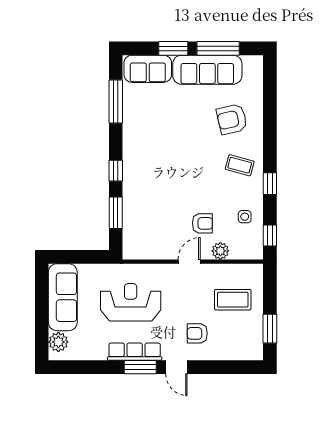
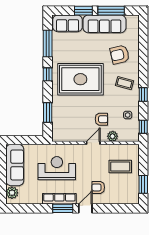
rug: (169, 159) -> (80, 79), added
window: (116, 171) -> (48, 74), moved
door: (176, 367) -> (85, 208), swing flipped

